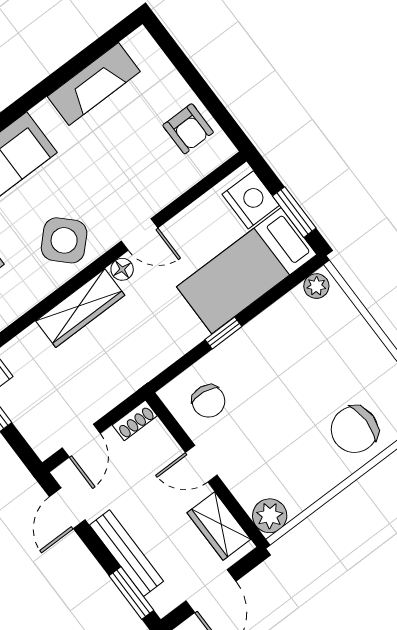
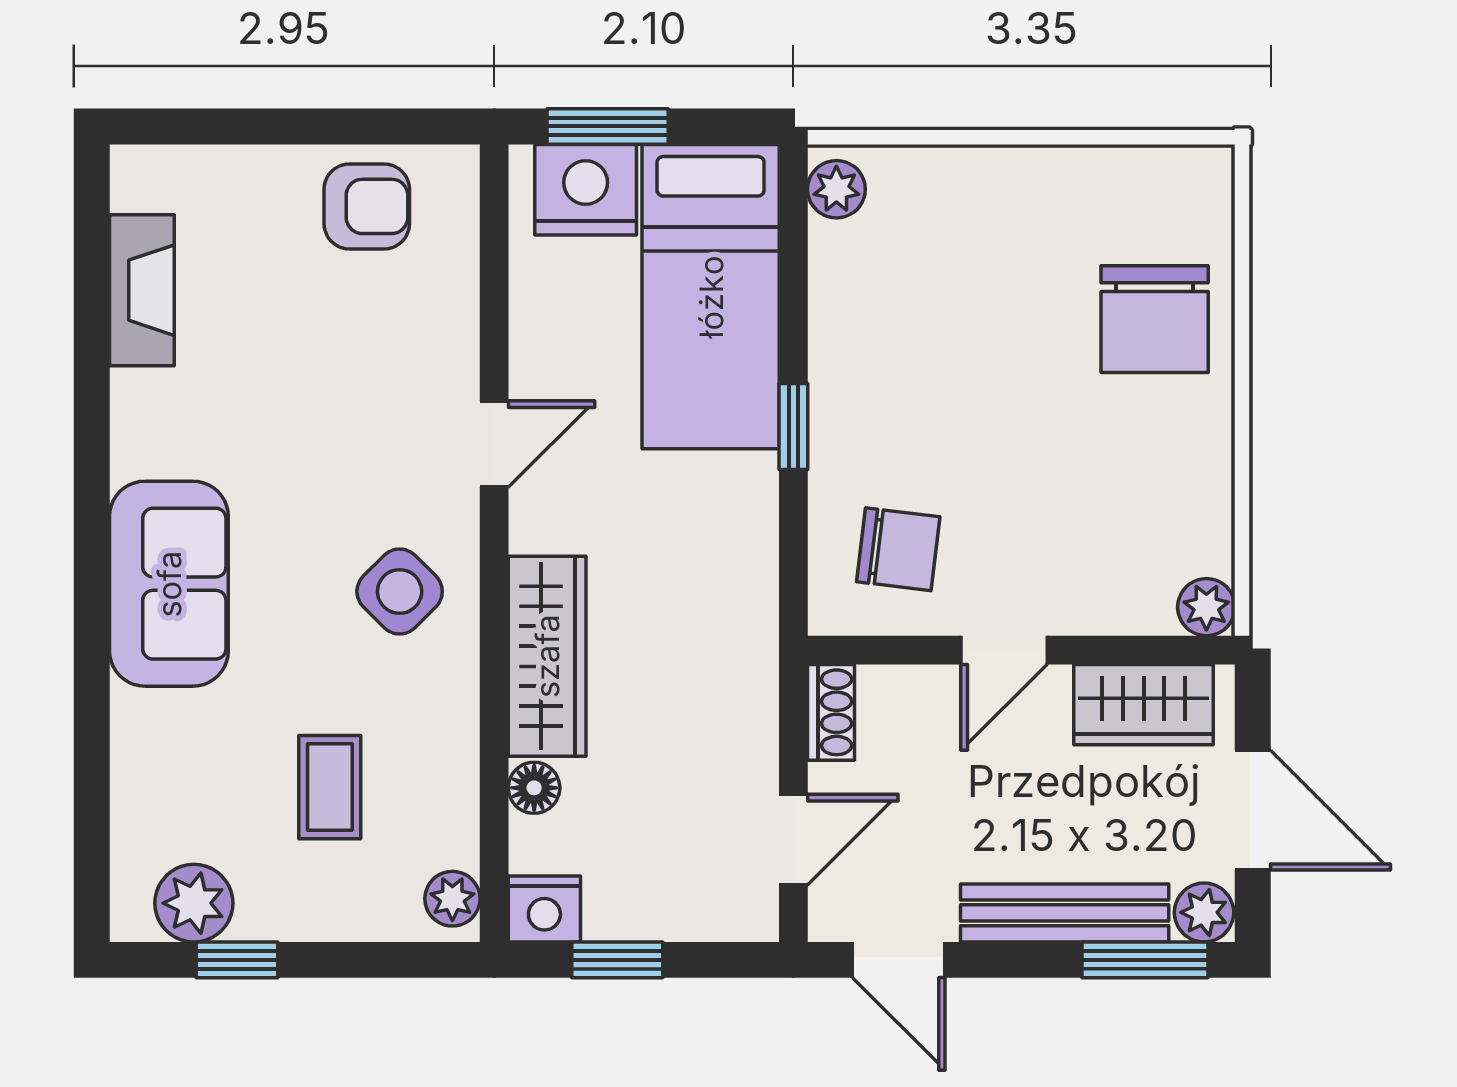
fireplace: (94, 84) -> (142, 290), width x0.73, depth x0.76
window: (294, 212) -> (608, 126), moved
side table: (64, 240) -> (400, 591), width x0.73, depth x0.73
floor lamp: (122, 269) -> (534, 788), moved
door: (81, 441) -> (793, 840), hinge flipped
plant: (270, 516) -> (1206, 607), width x0.73, depth x0.73
plant: (163, 601) -> (1204, 912), added

